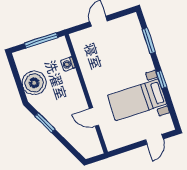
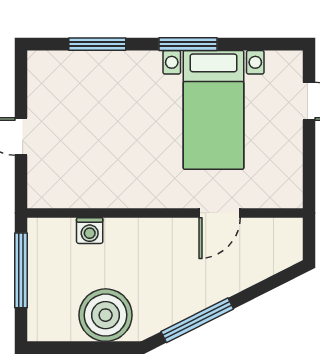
window: (162, 80) -> (188, 44), width x1.50
window: (45, 123) -> (197, 320), width x1.44

